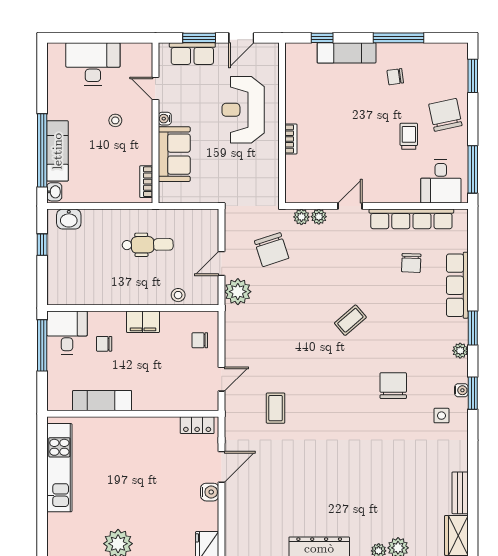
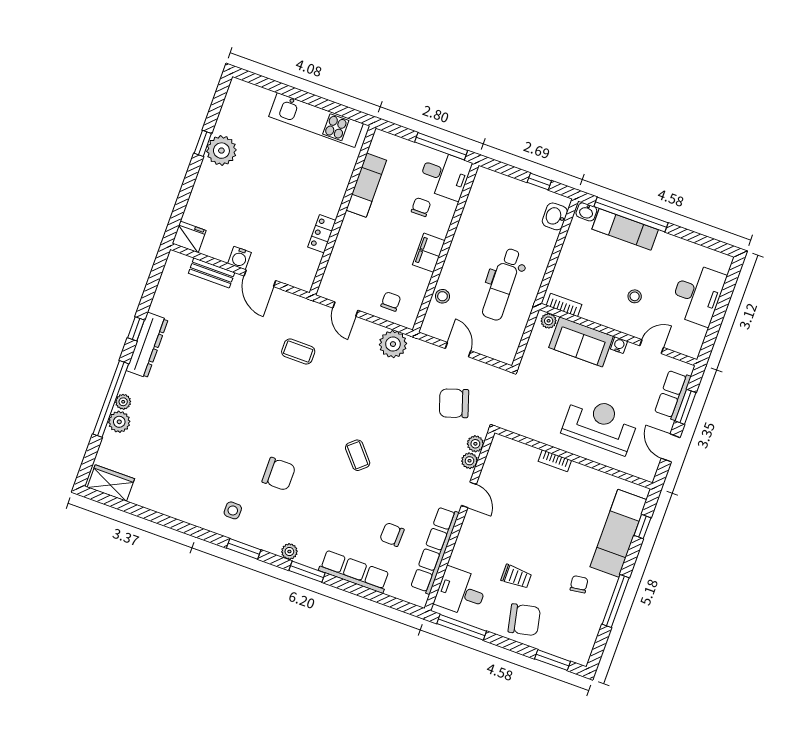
exam couch: (347, 53) -> (618, 533), width x1.36, depth x1.45
plant: (166, 191) -> (549, 321), added
dental chair: (148, 245) -> (502, 284), width x1.36, depth x1.38
plant: (238, 292) -> (393, 344), moved
water cooler: (461, 390) -> (250, 539), removed
locker: (197, 425) -> (322, 234), moved
bench: (460, 493) -> (212, 273), moved

